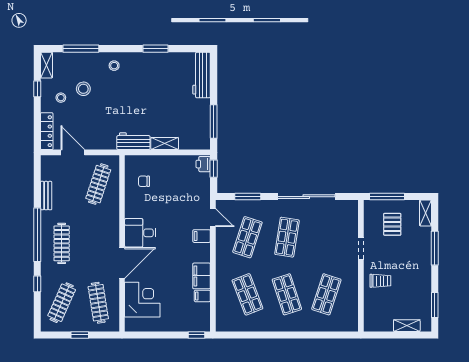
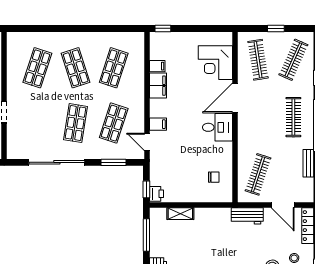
workbench: (133, 141) -> (247, 216), moved
shelving: (165, 144) -> (180, 214), moved
shop shelf: (247, 294) -> (114, 68), turned 39

